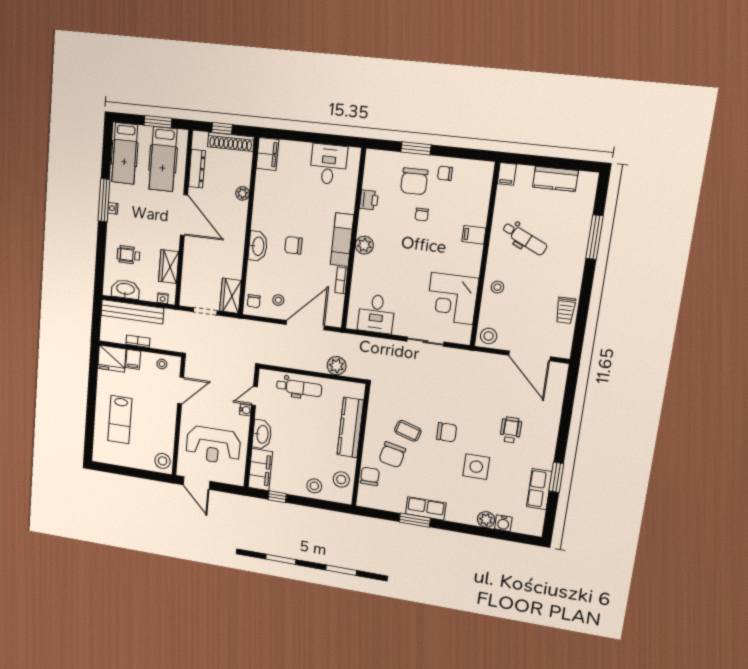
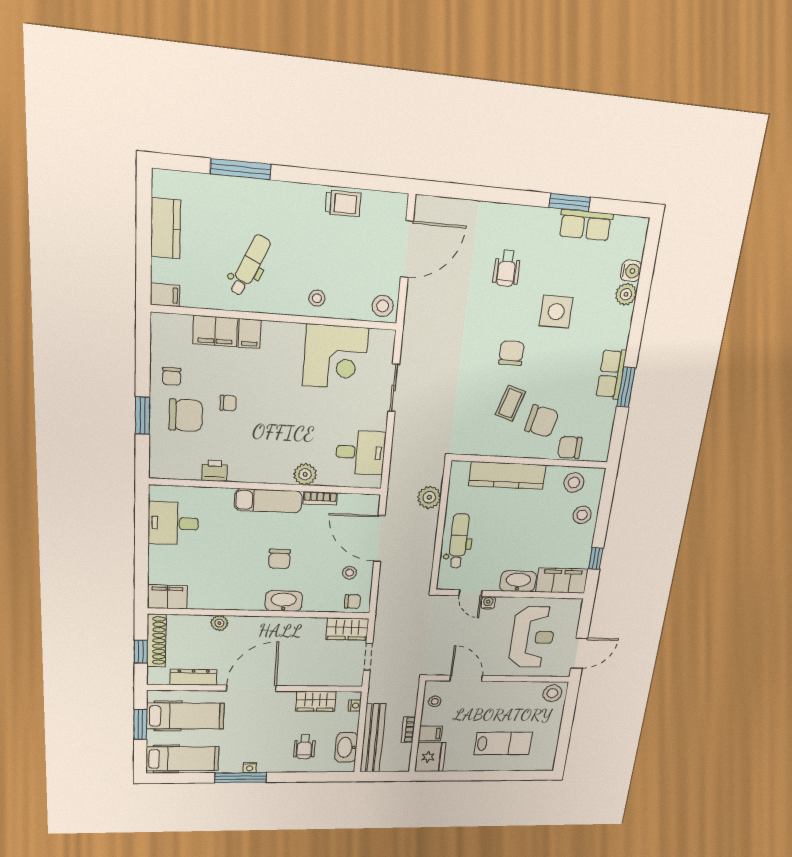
filing cabinet: (477, 209) -> (215, 331), added
plant: (364, 245) -> (305, 474), moved
wheelchair: (511, 430) -> (507, 269), turned -90

